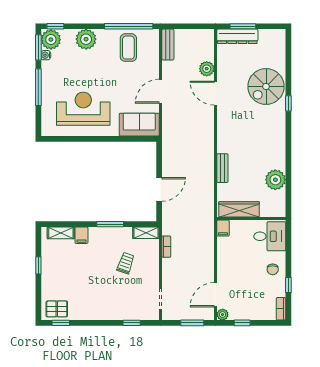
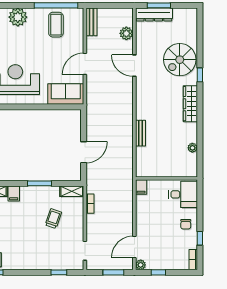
plant: (207, 69) -> (126, 33), moved
plant: (275, 180) -> (192, 148), width x0.53, depth x0.53
wardrobe: (239, 209) -> (190, 104), moved, turned -90

